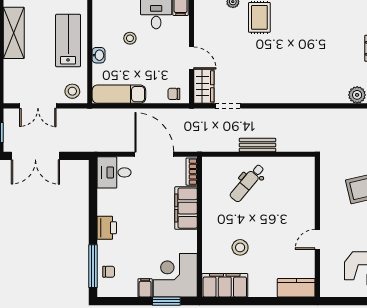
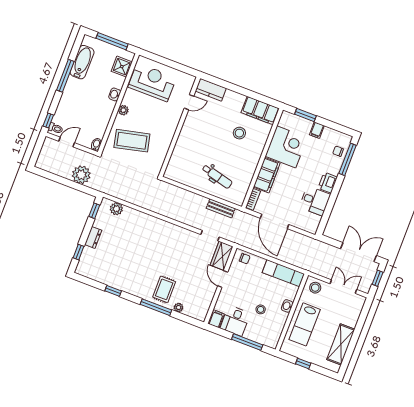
bench: (258, 145) -> (221, 208), moved
desk: (114, 172) -> (315, 201), moved
dental chair: (247, 183) -> (217, 176), turned 64
door: (317, 239) -> (189, 102), moved
corner desk: (175, 275) -> (286, 147), moved, turned -90

